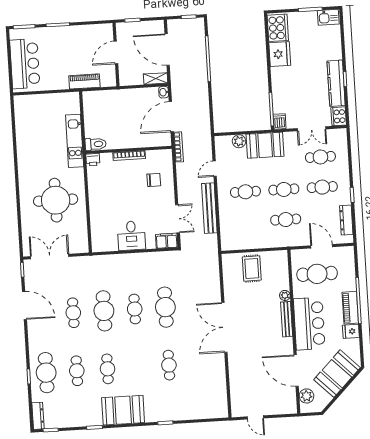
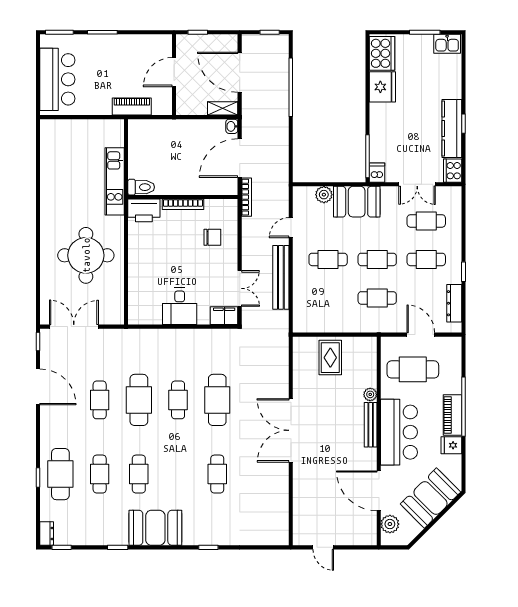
printer: (93, 160) -> (144, 210), width x1.87, depth x1.48
dresser: (38, 416) -> (47, 534), width x0.70

